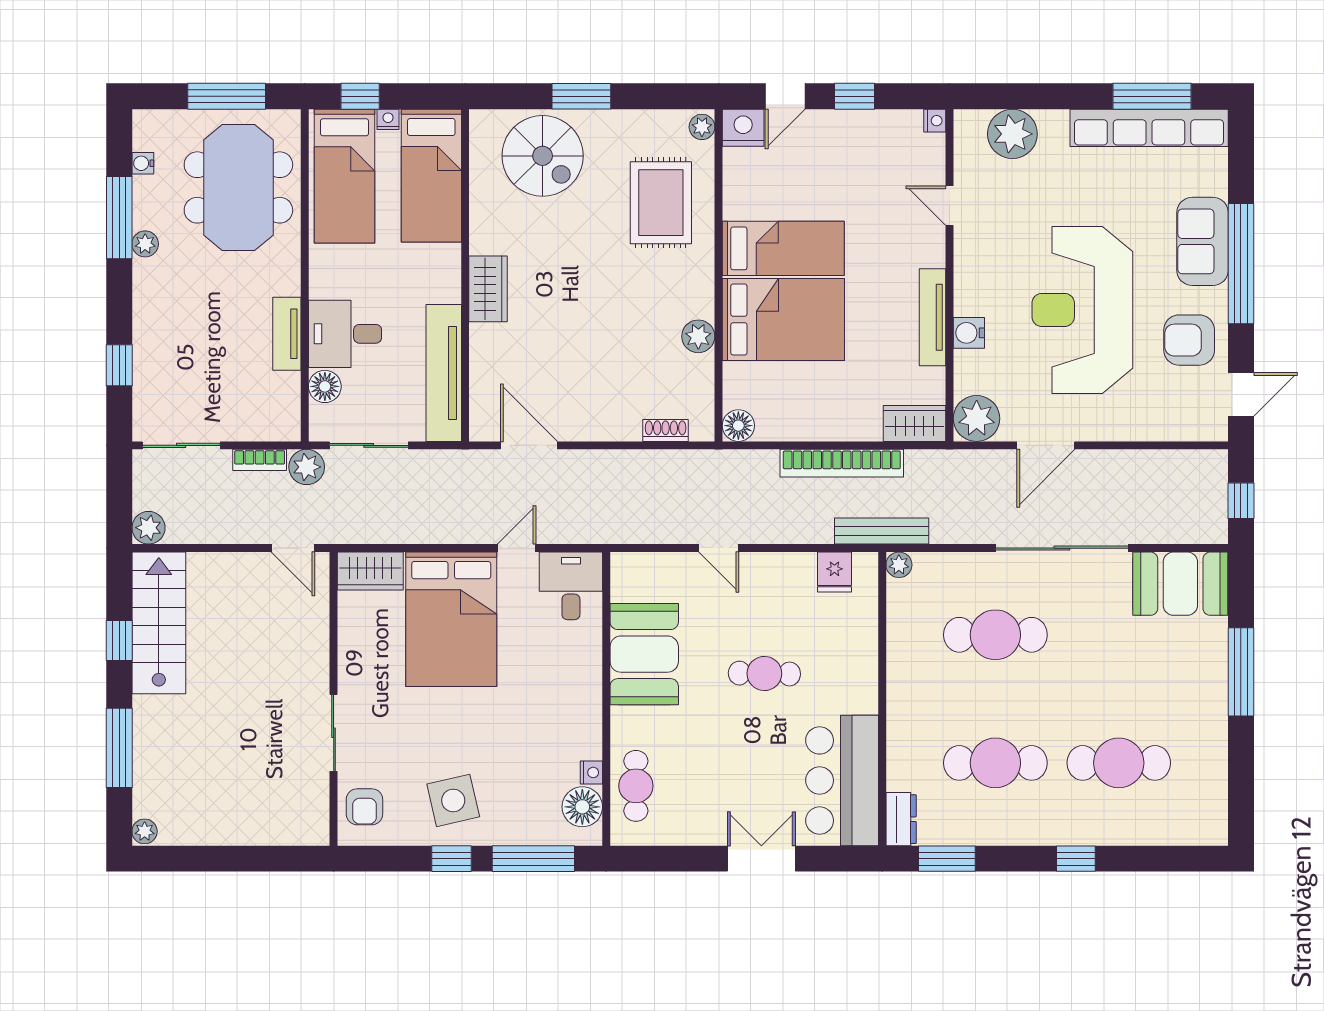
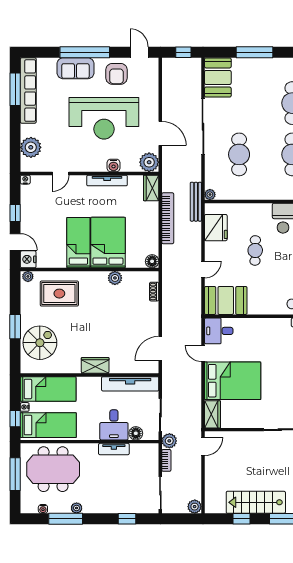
fridge: (834, 572) -> (216, 228), width x1.88, depth x1.34
stairs: (159, 623) -> (256, 502), moved
booth: (644, 654) -> (226, 300), moved

